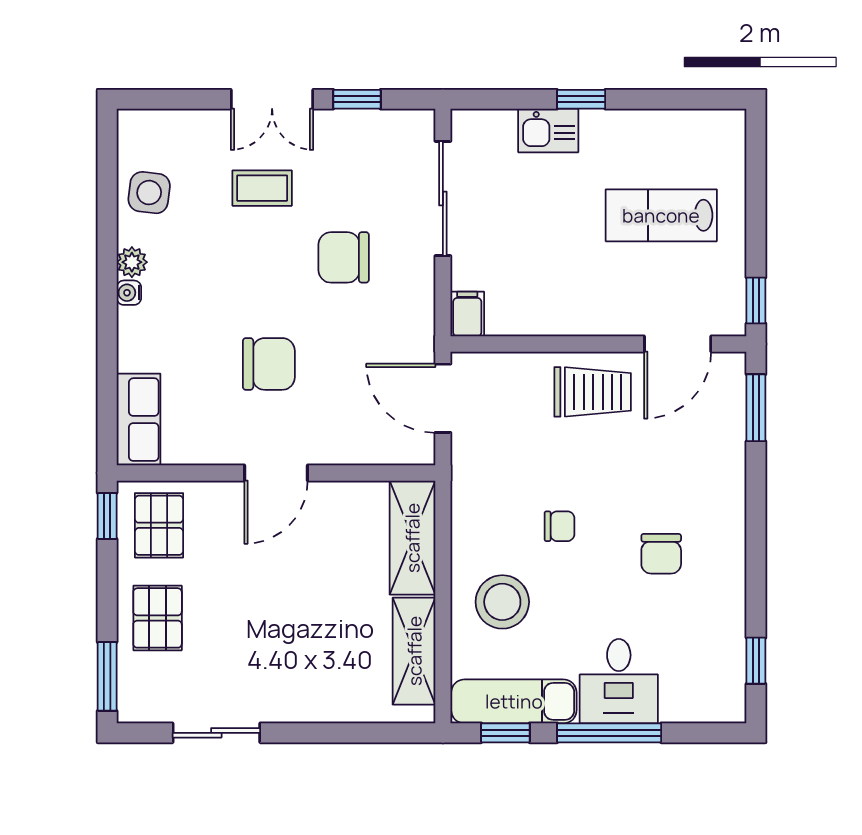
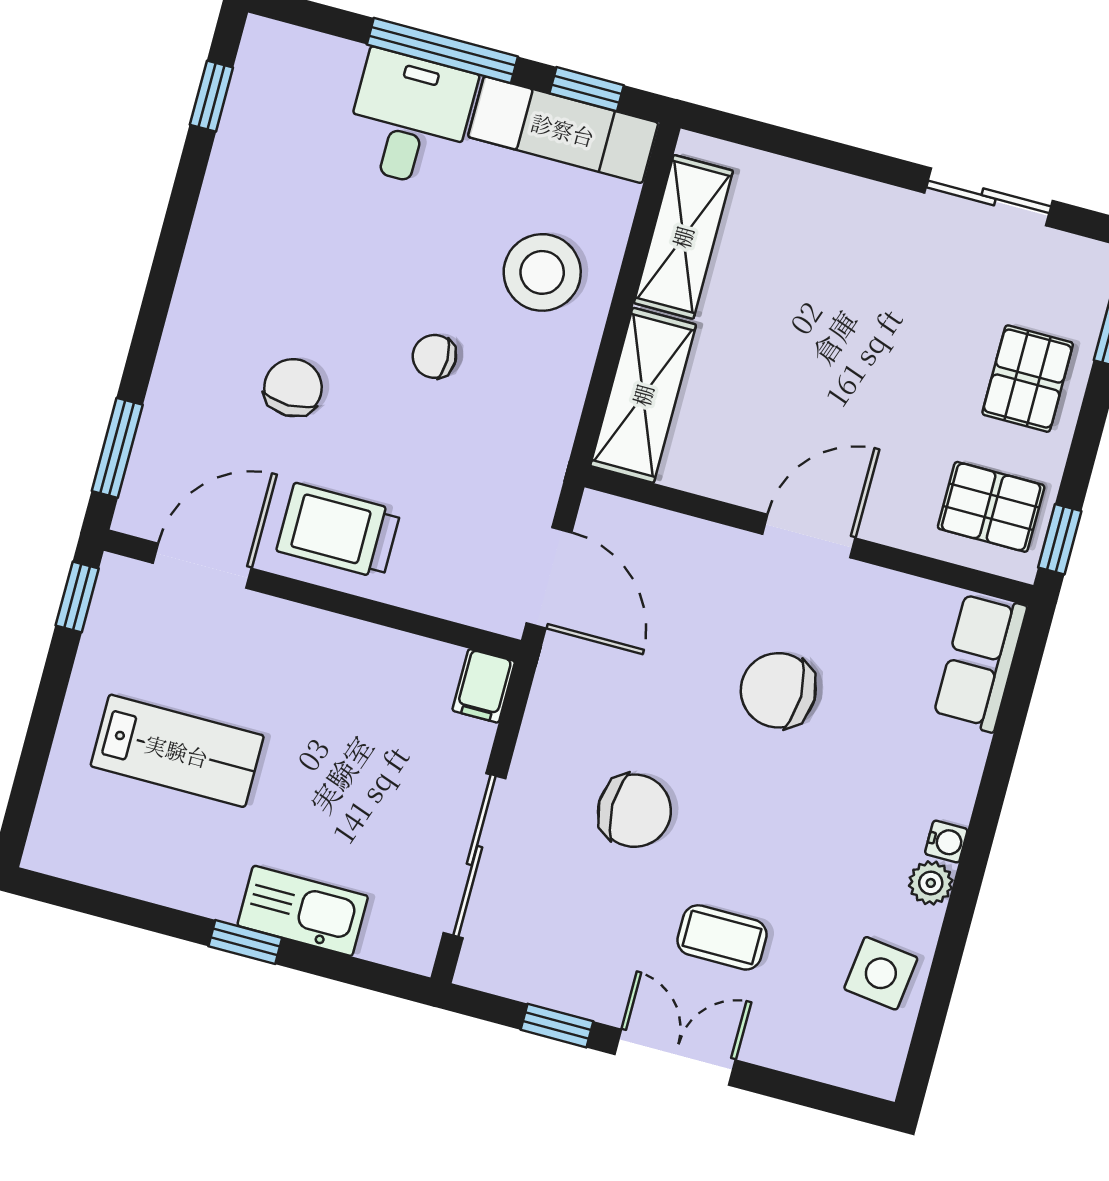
kitchen sink: (548, 131) -> (303, 911), width x1.38
pallet: (159, 525) -> (991, 507), turned 90
chair: (661, 554) -> (293, 388), moved

